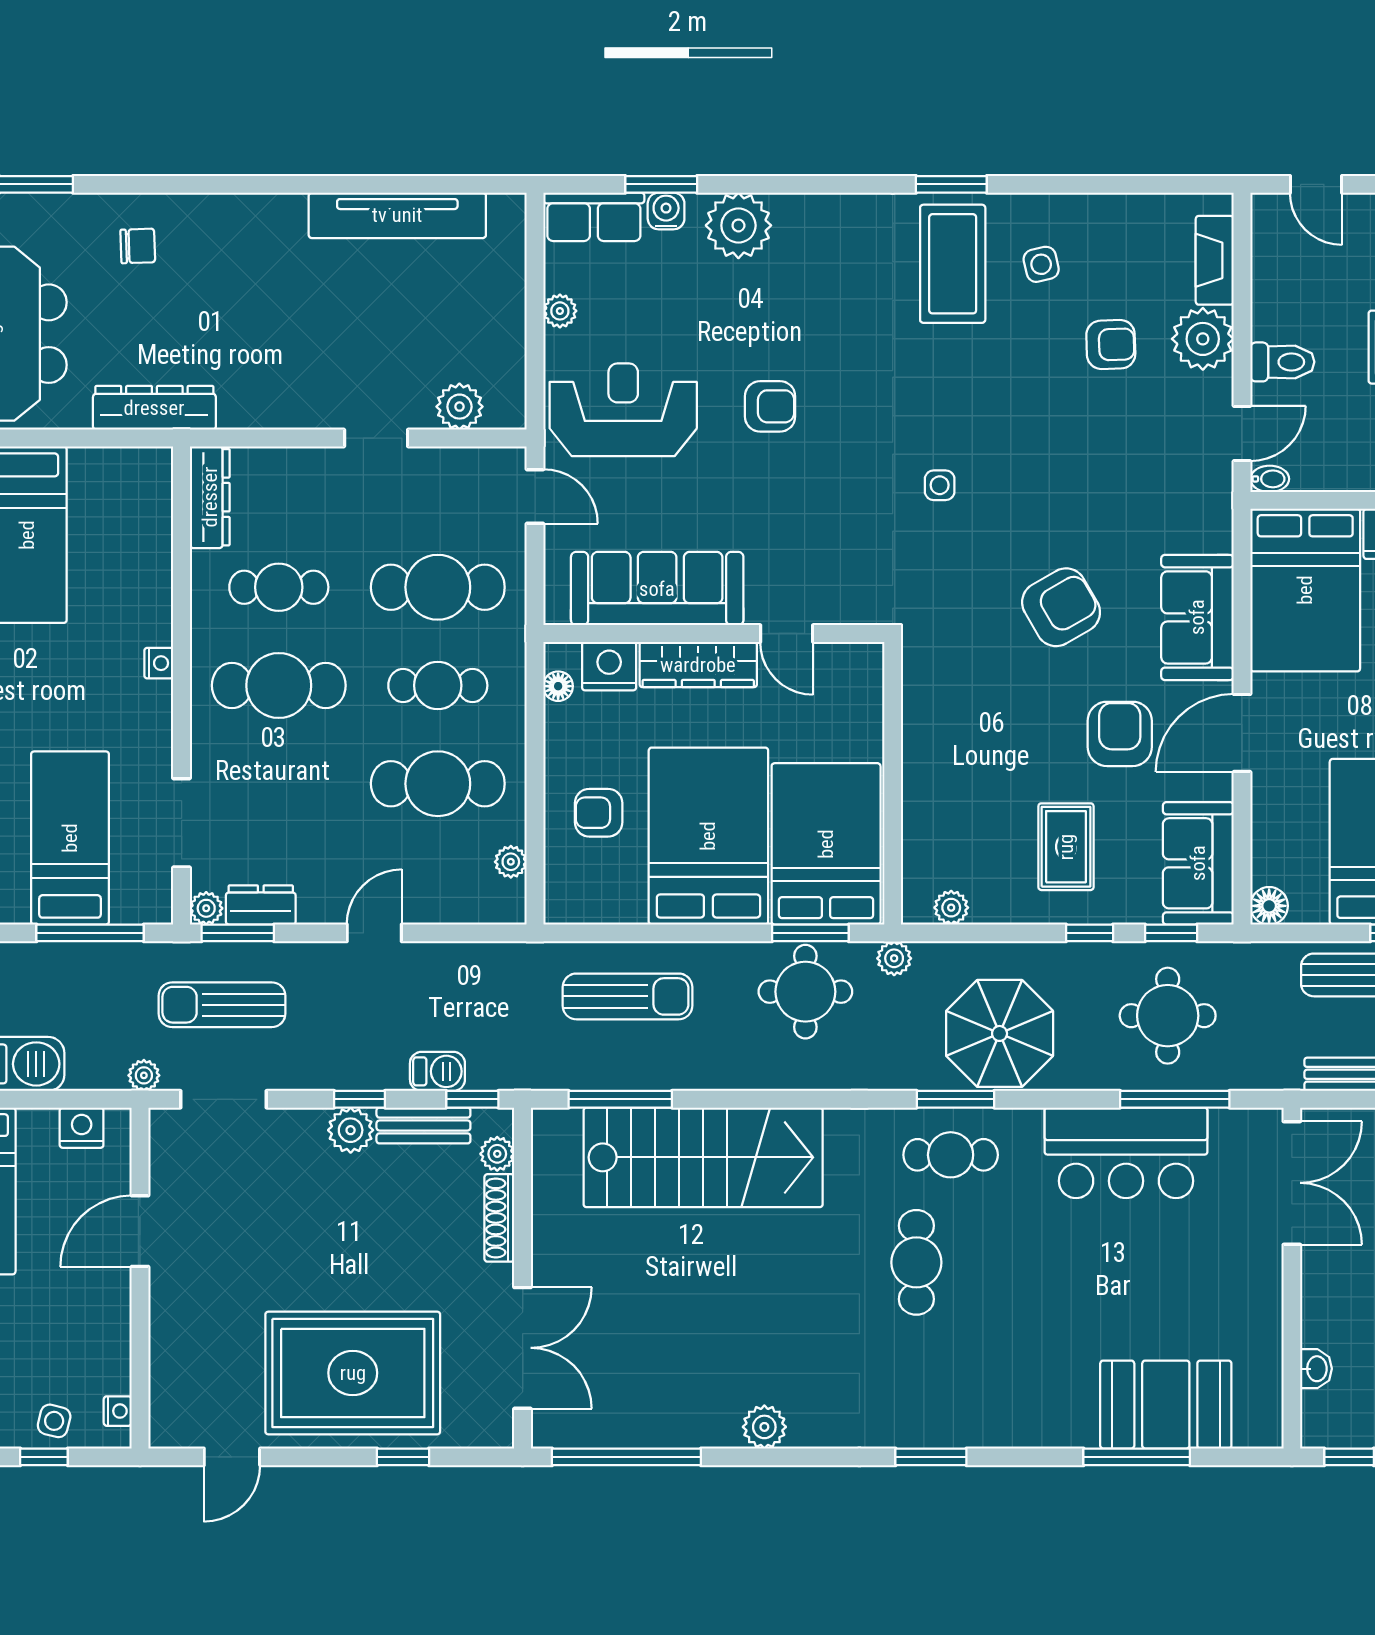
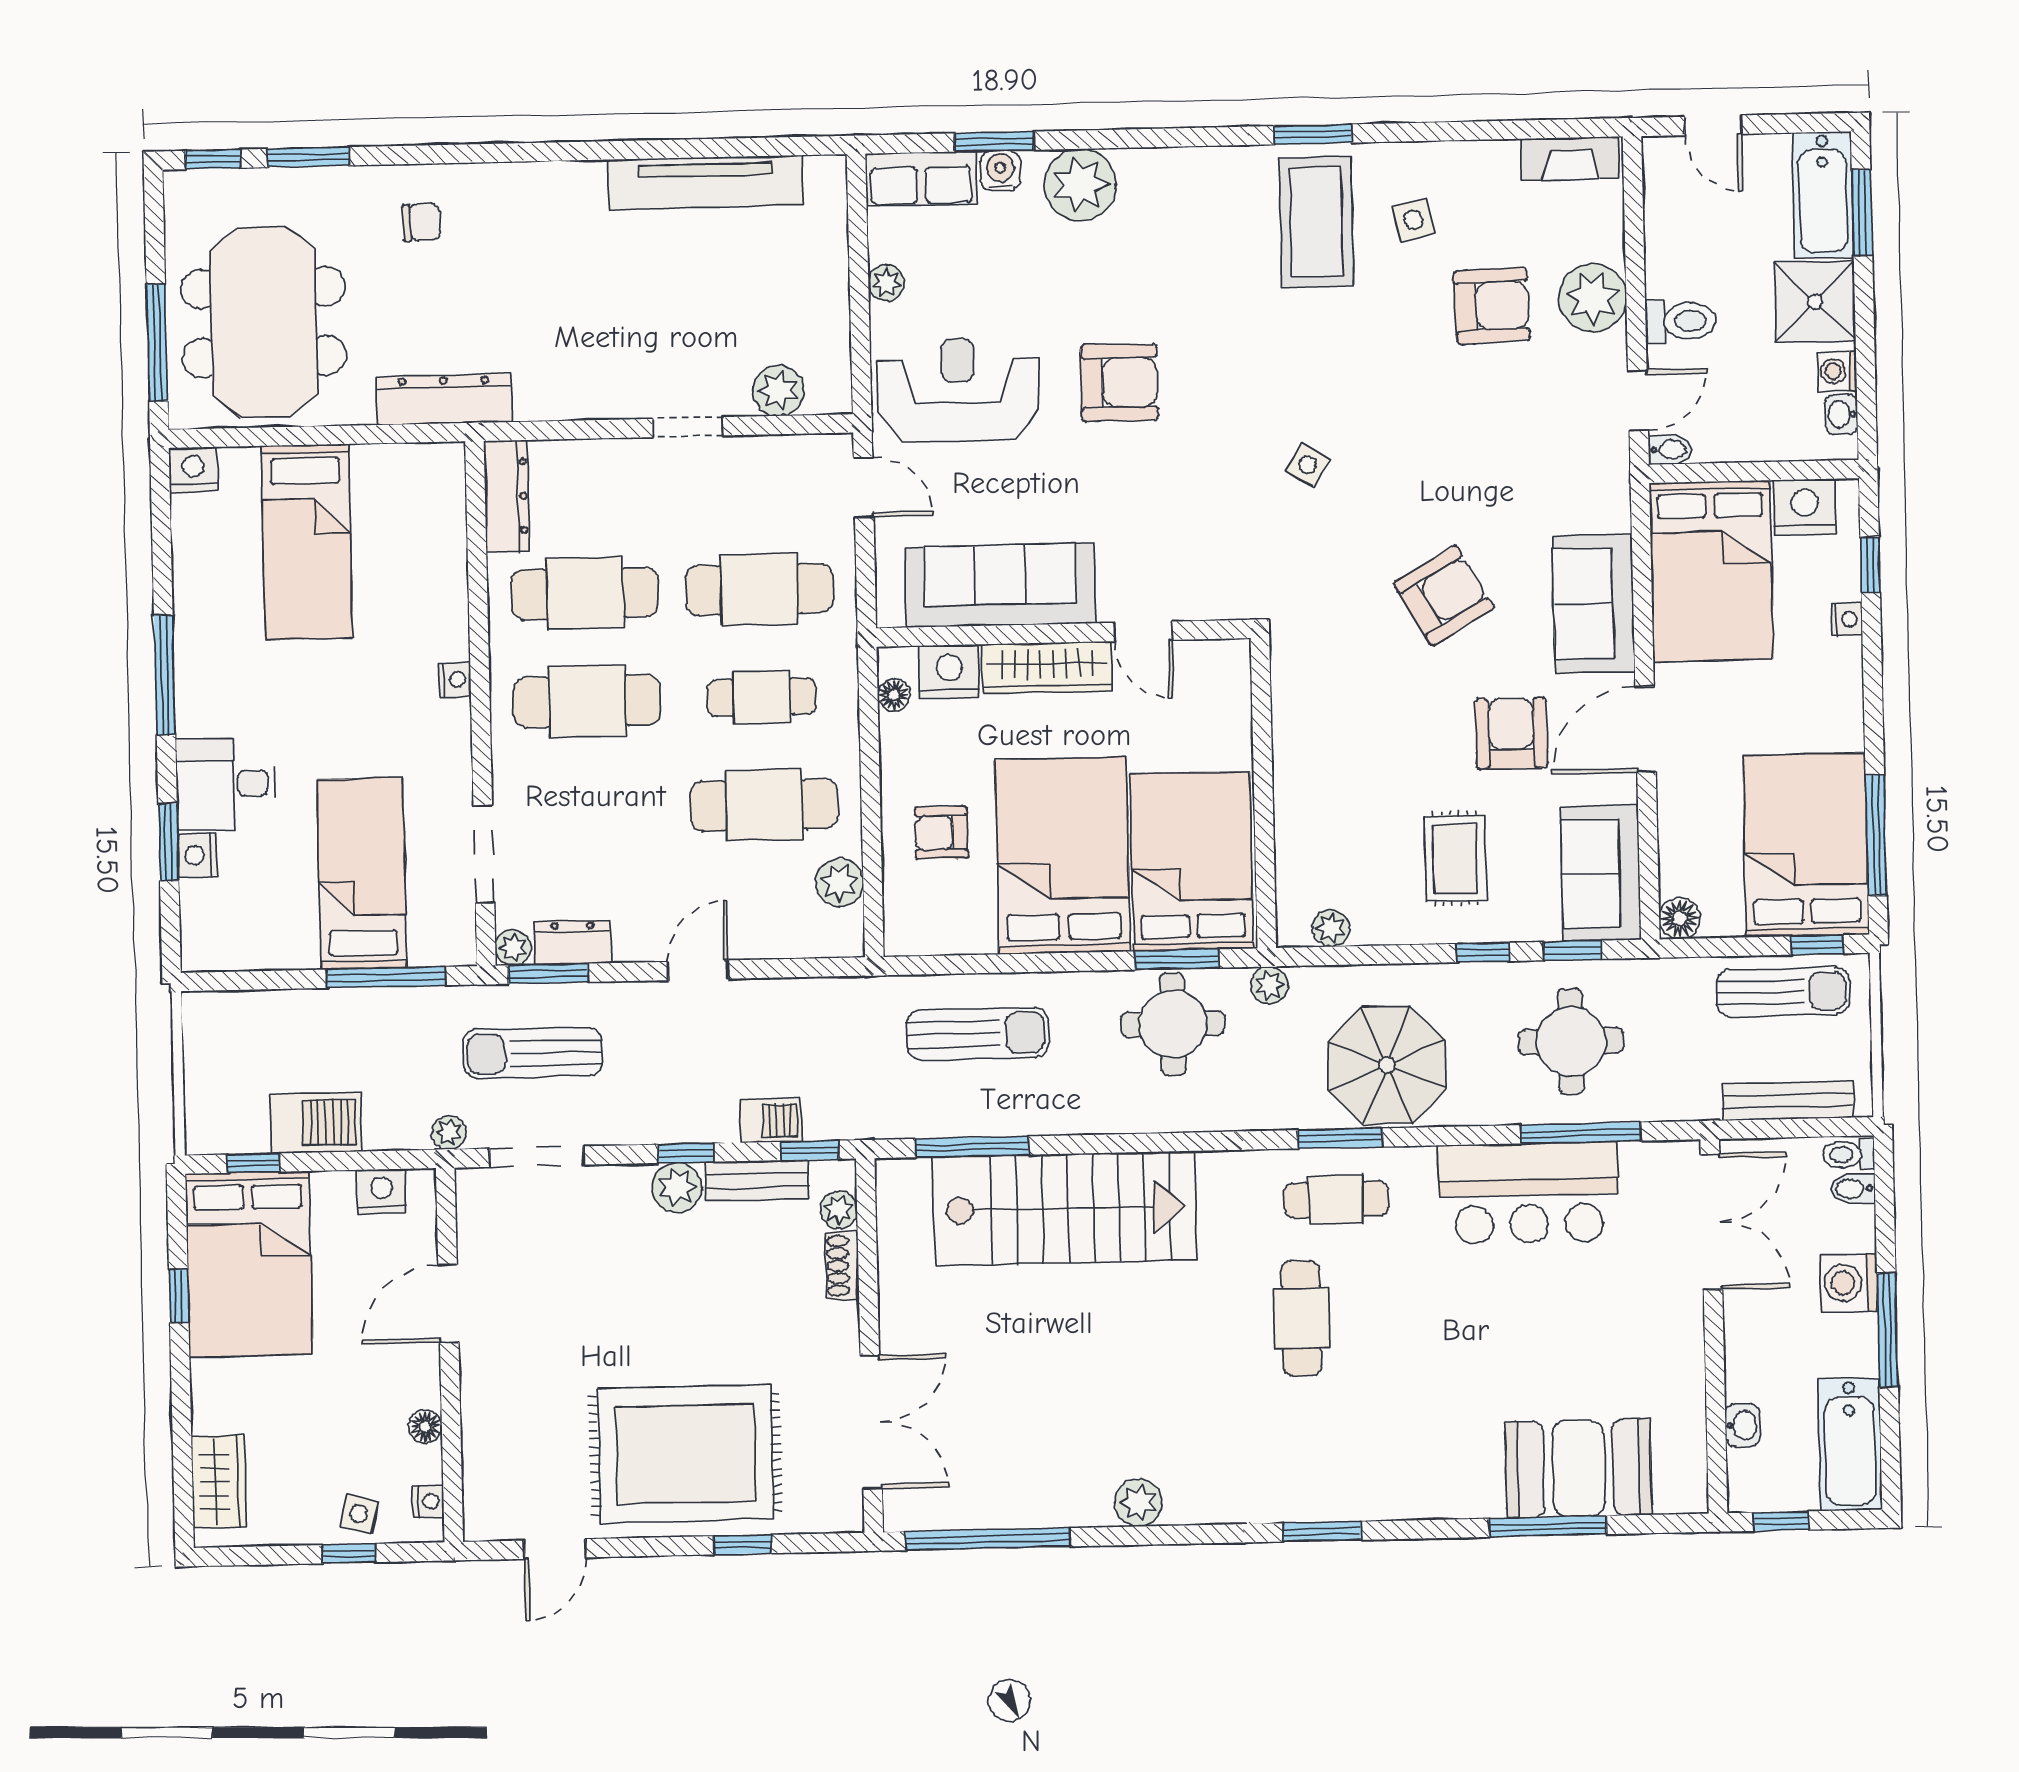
fireplace: (1215, 260) -> (1570, 158), moved, turned -90
armchair: (1111, 345) -> (1492, 306), width x1.38, depth x1.38
armchair: (770, 406) -> (1119, 383), width x1.38, depth x1.38
side table: (940, 485) -> (1307, 465), turned 31
cafe table: (279, 587) -> (585, 593), width x1.37, depth x1.35
plant: (511, 862) -> (839, 882), width x1.38, depth x1.38
shoe rack: (499, 1218) -> (842, 1266), width x0.70
floor lamp: (116, 1343) -> (425, 1426), added

